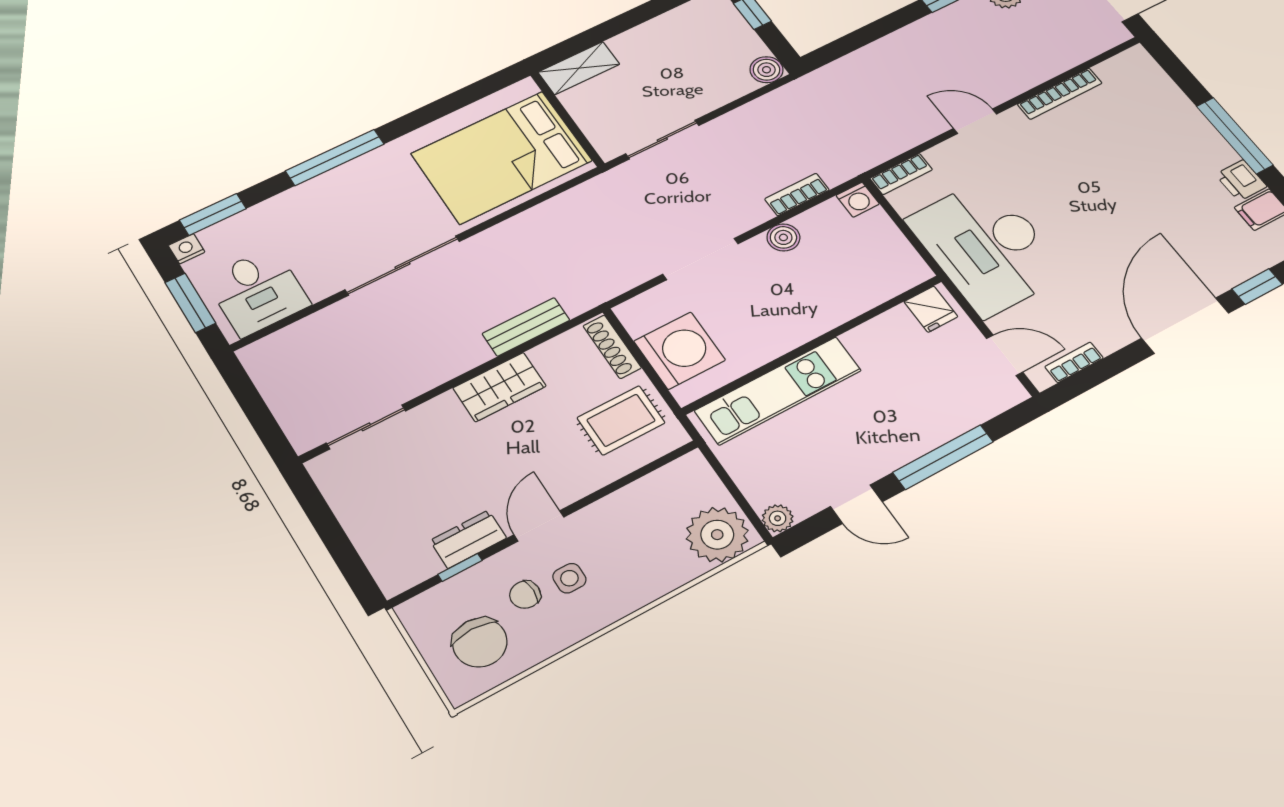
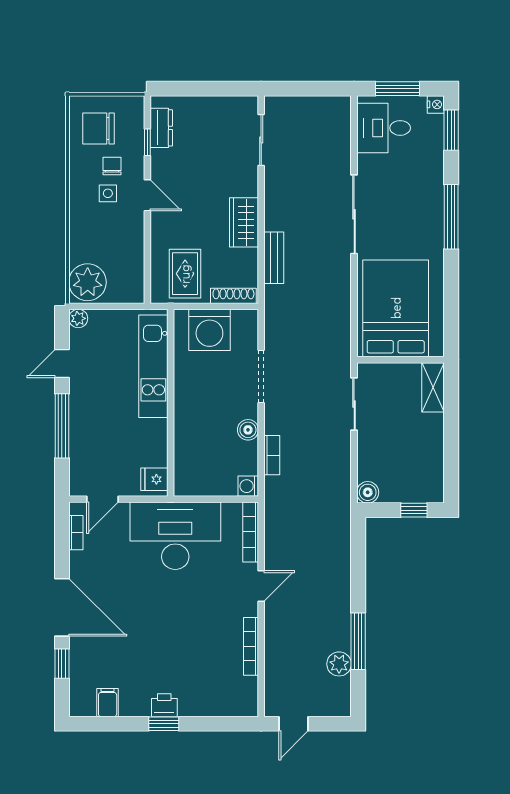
window: (1235, 136) -> (164, 724), width x0.46
bookcase: (901, 174) -> (251, 532), width x1.56
printer: (1241, 181) -> (164, 705), moved
dresser: (468, 539) -> (161, 128), moved

